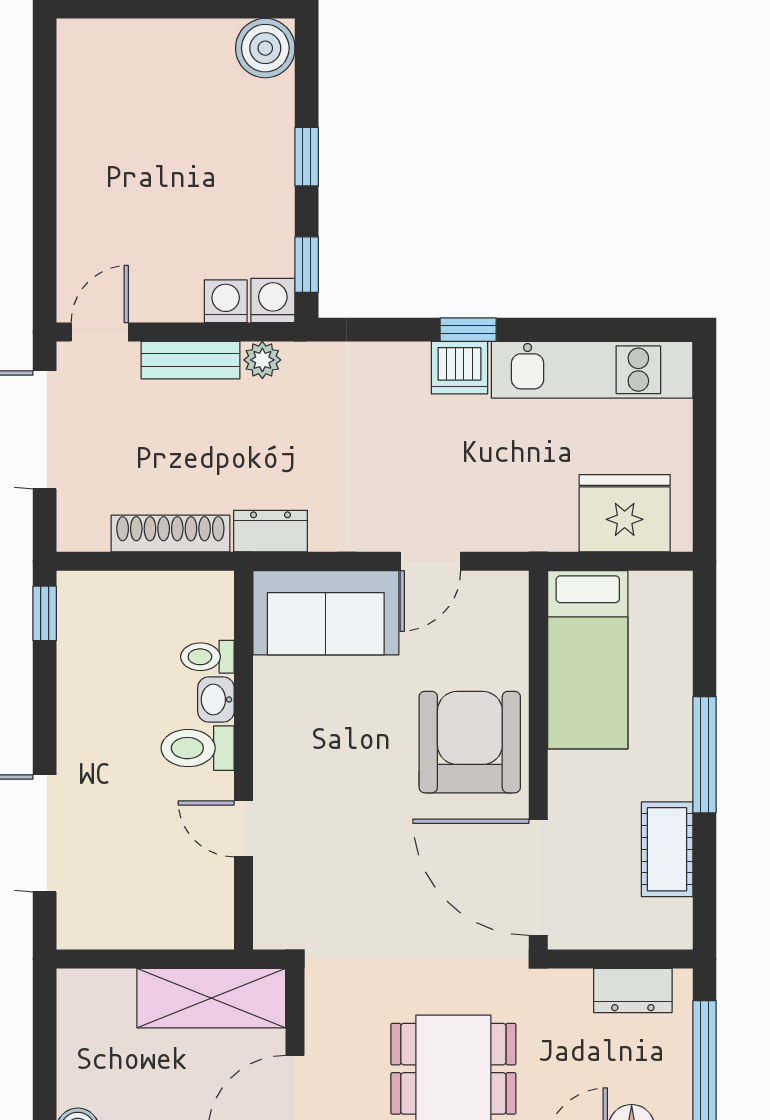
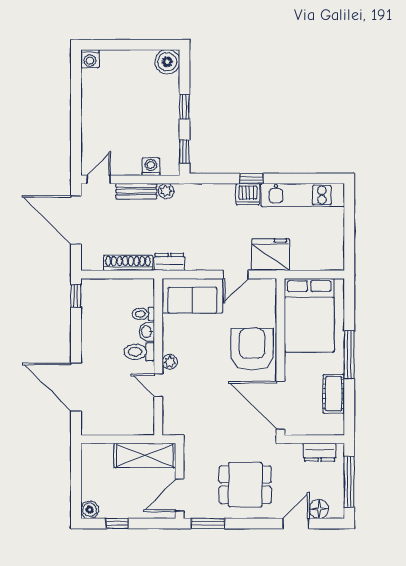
washing machine: (273, 300) -> (90, 59), moved, turned 180
fridge: (625, 513) -> (271, 255), moved
bed: (588, 660) -> (309, 315), width x1.50
plant: (271, 772) -> (170, 362), added

